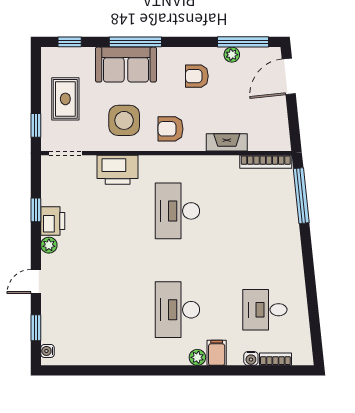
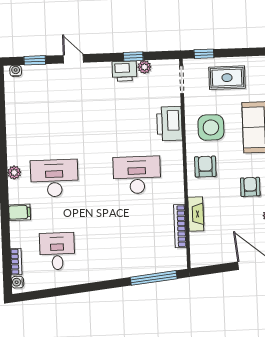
bookcase: (266, 162) -> (180, 226), moved
plant: (49, 245) -> (144, 67), moved
plant: (197, 357) -> (14, 172), moved
water cooler: (251, 358) -> (18, 282), moved

